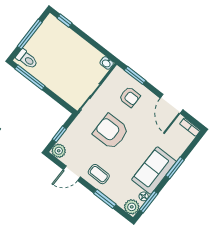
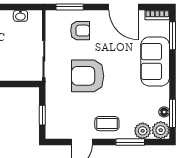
washbasin: (107, 63) -> (20, 16), moved
plant: (59, 151) -> (143, 131), moved
window: (175, 168) -> (173, 36), moved
sofa: (154, 171) -> (155, 61), moved

